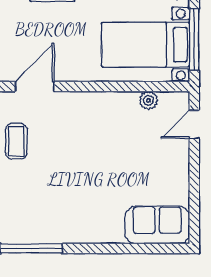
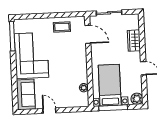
door: (194, 124) -> (49, 111), moved
corner sofa: (74, 209) -> (31, 56), added

